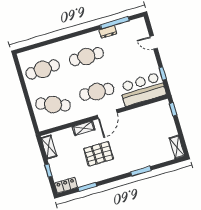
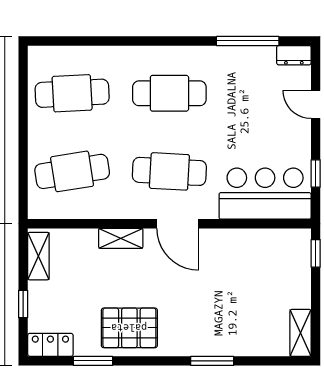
dresser: (108, 32) -> (294, 55), moved
cafe table: (53, 104) -> (72, 171), turned -30
door: (107, 114) -> (178, 224), hinge flipped
pallet: (98, 154) -> (129, 328), moved

